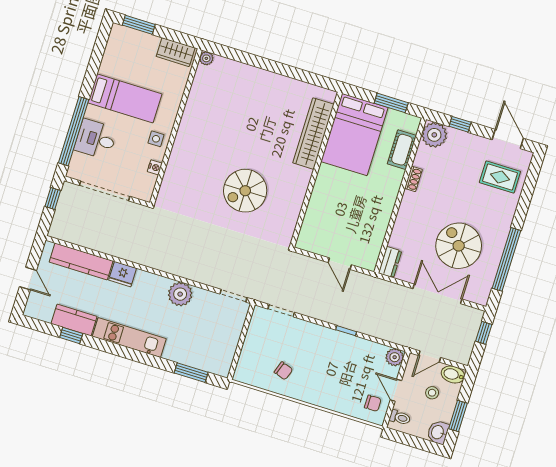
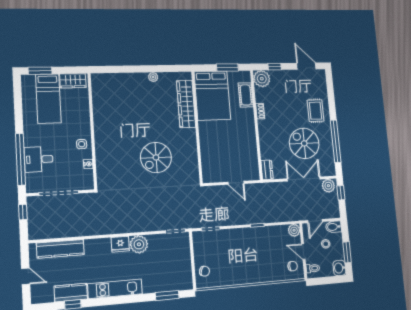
plant: (206, 58) -> (153, 77), moved
bed: (125, 98) -> (48, 99), moved, turned 90
rug: (500, 177) -> (316, 111), moved, turned 90
fridge: (123, 274) -> (120, 244), moved
plant: (469, 316) -> (328, 186), added
chair: (283, 371) -> (204, 271), moved

